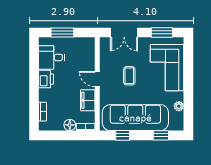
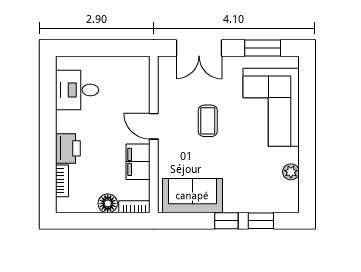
window: (62, 32) -> (96, 48), removed
printer: (46, 79) -> (68, 148), moved
sofa: (135, 118) -> (192, 196), width x0.54, depth x0.79
window: (123, 135) -> (226, 221), moved

